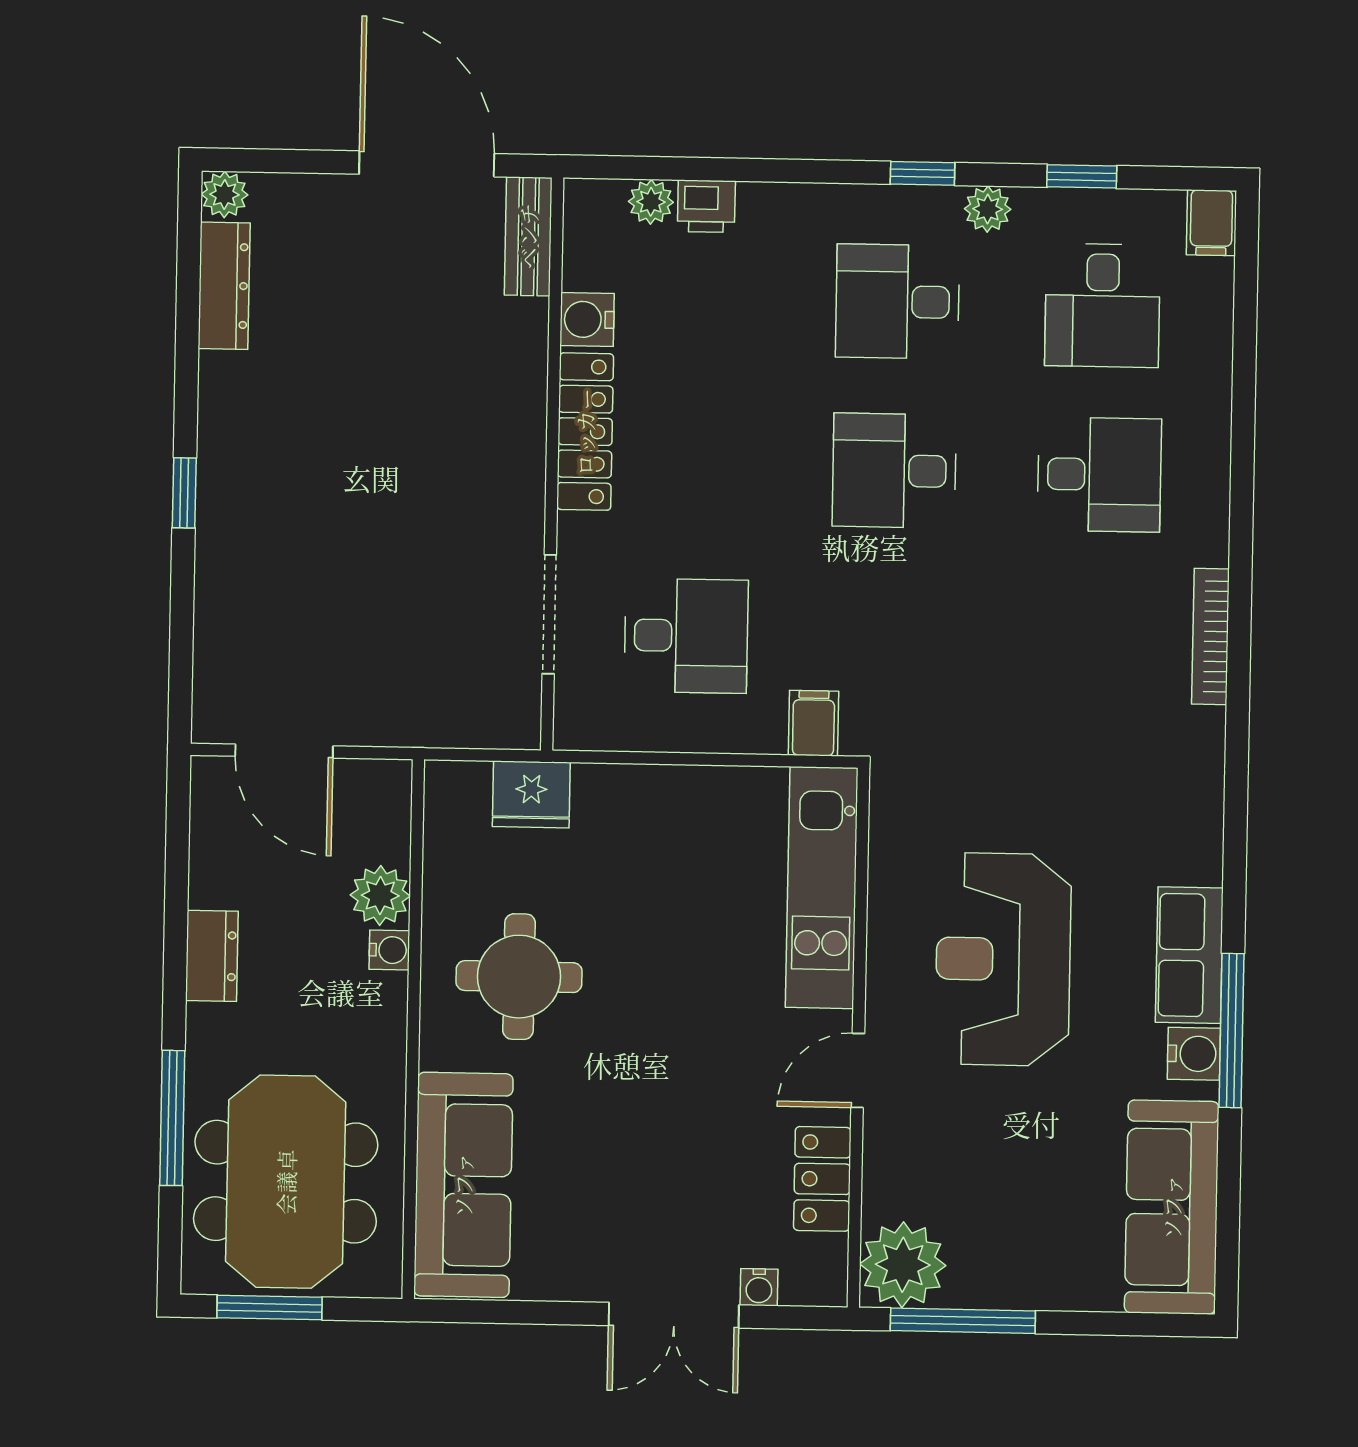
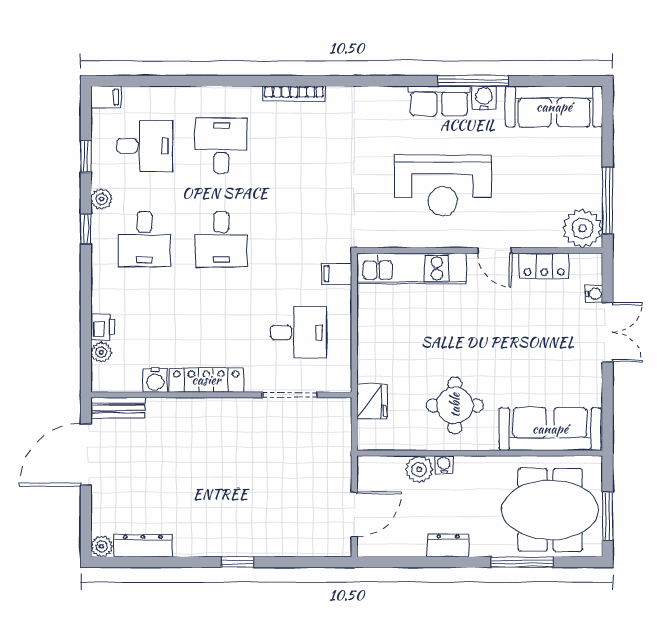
desk: (686, 636) -> (298, 332), turned 90

